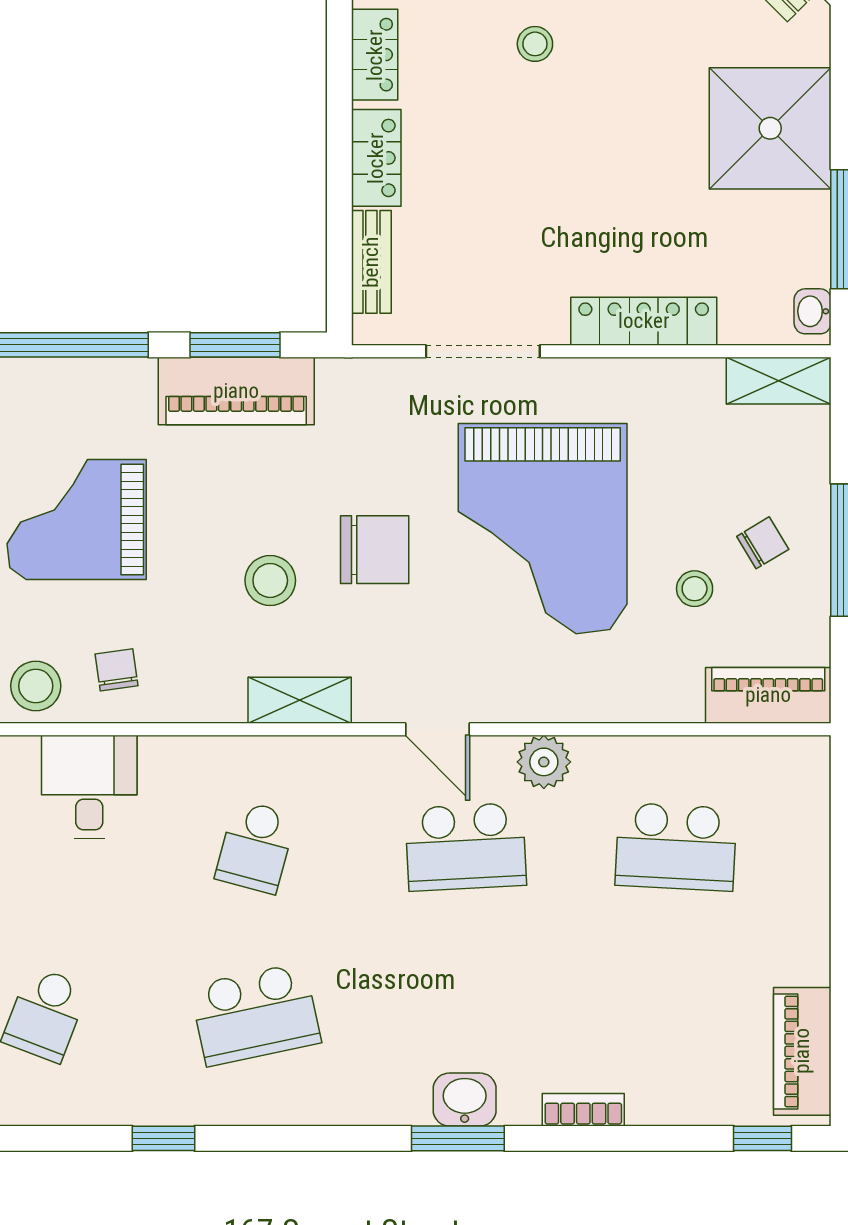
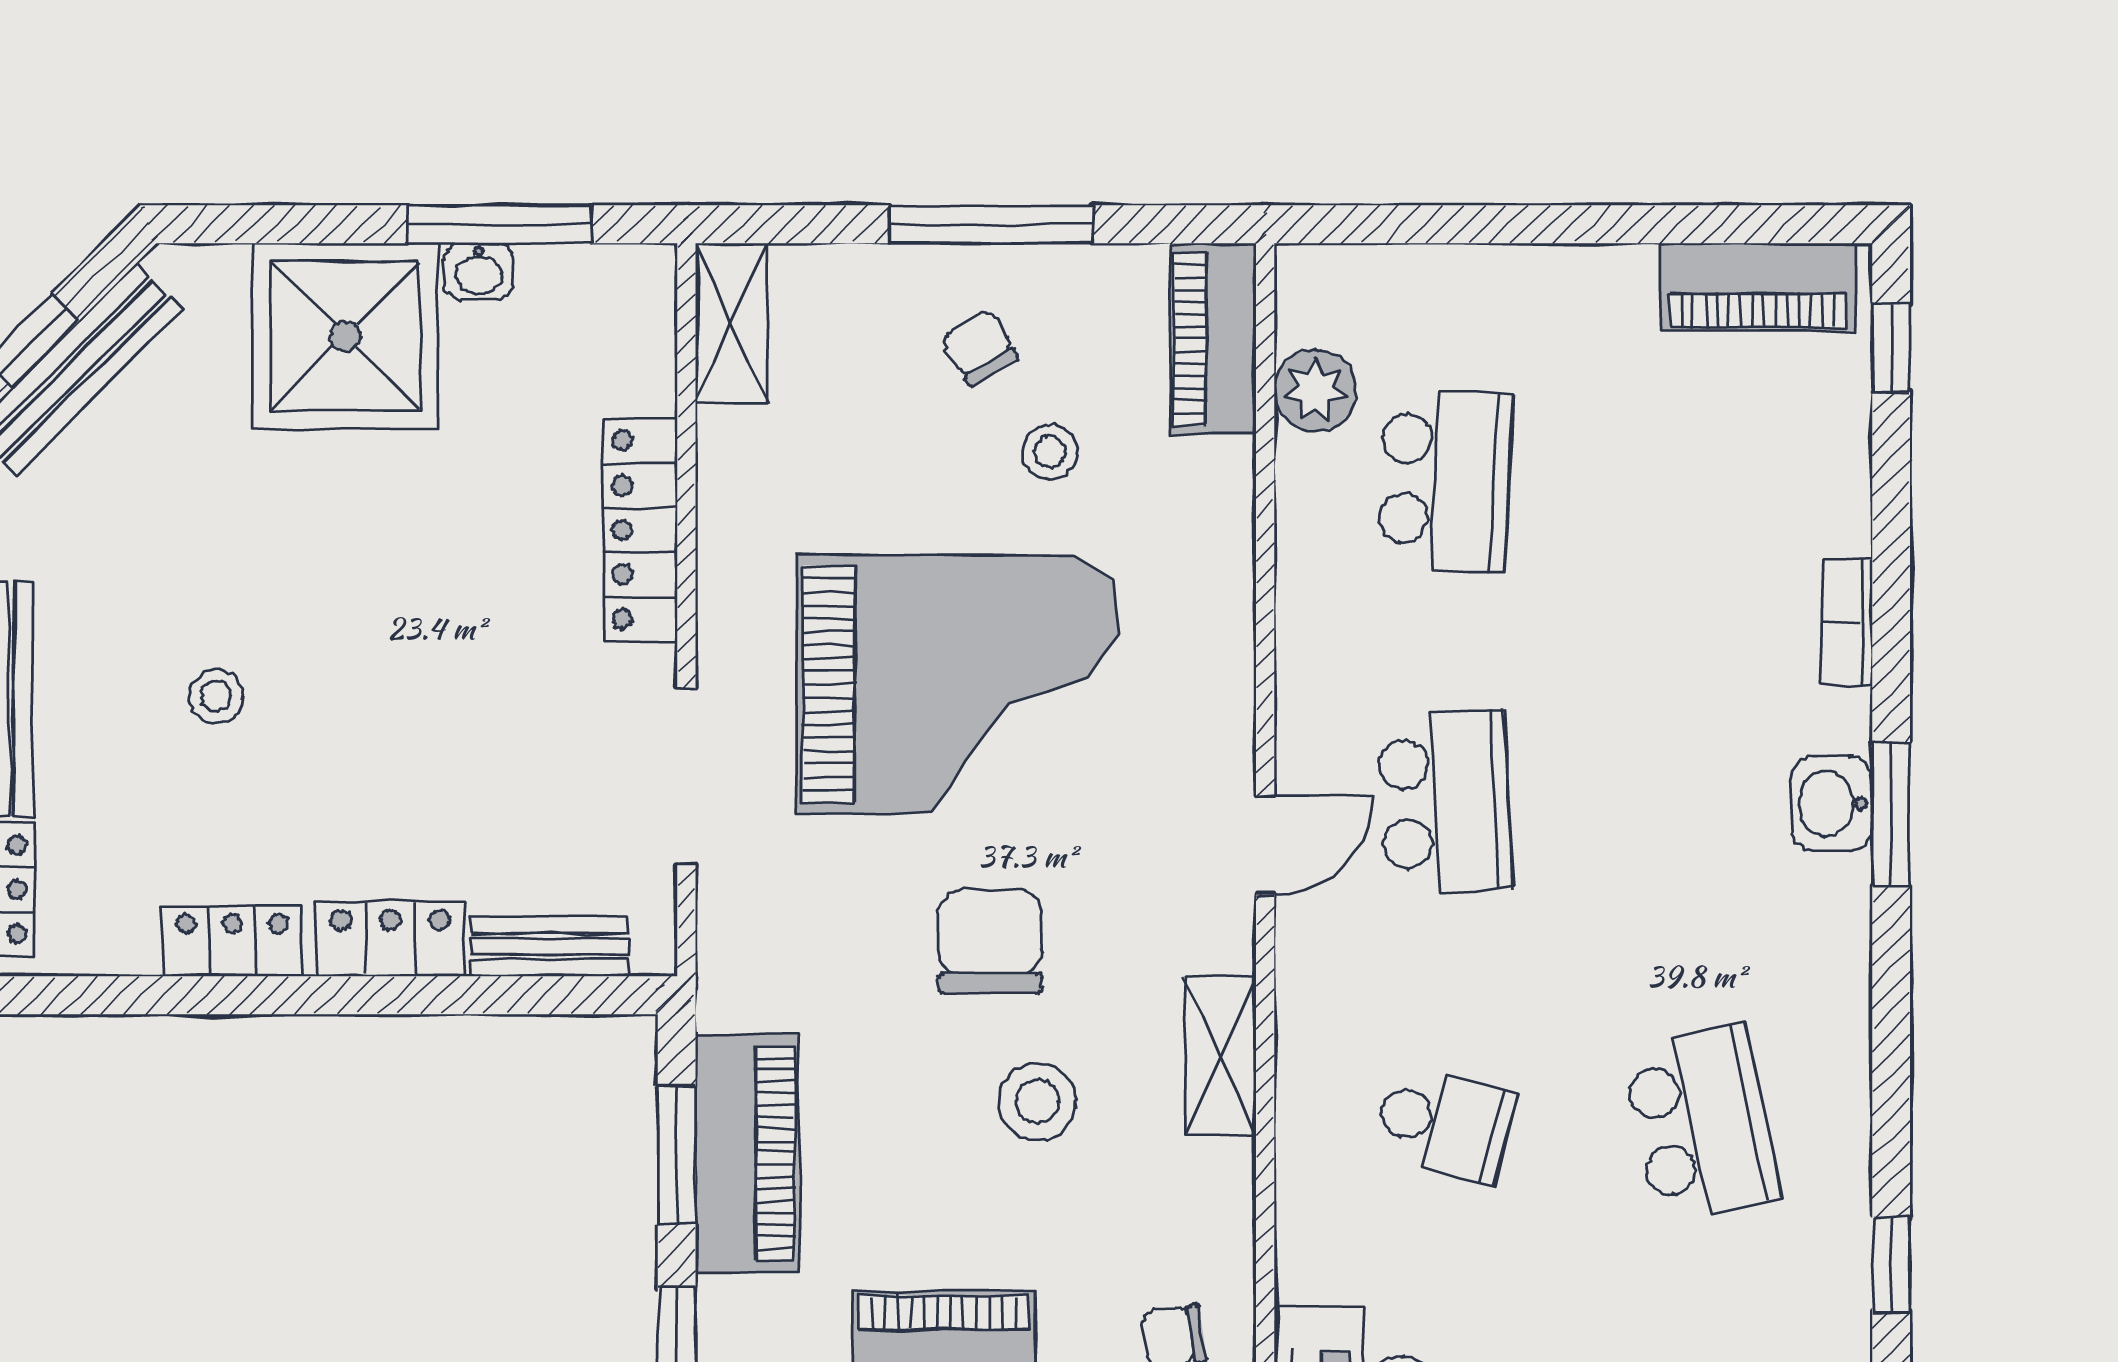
washbasin: (813, 311) -> (479, 271), moved
plant: (544, 762) -> (1315, 390), moved

